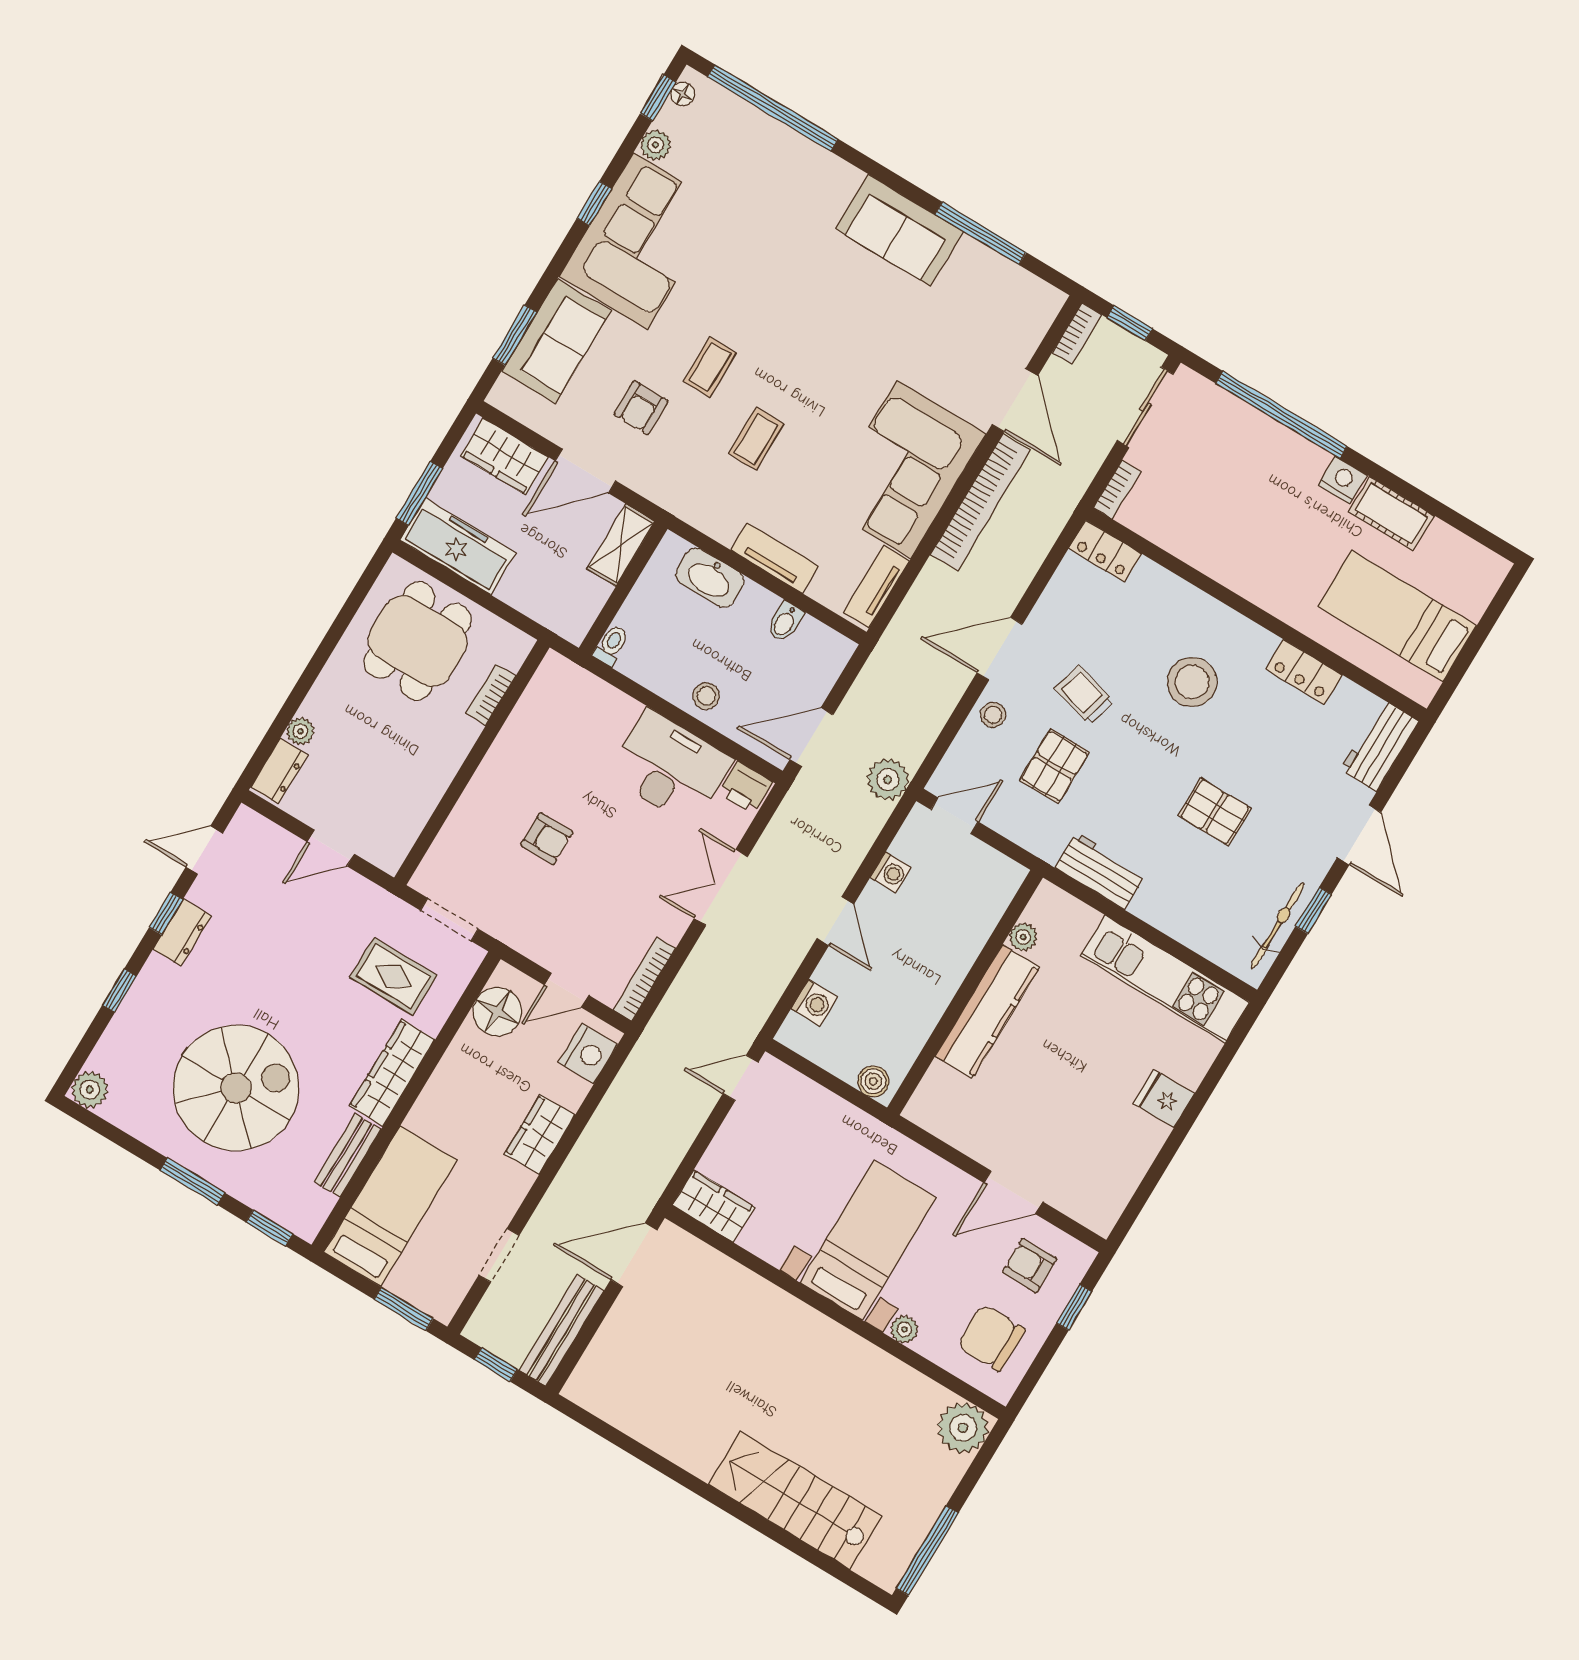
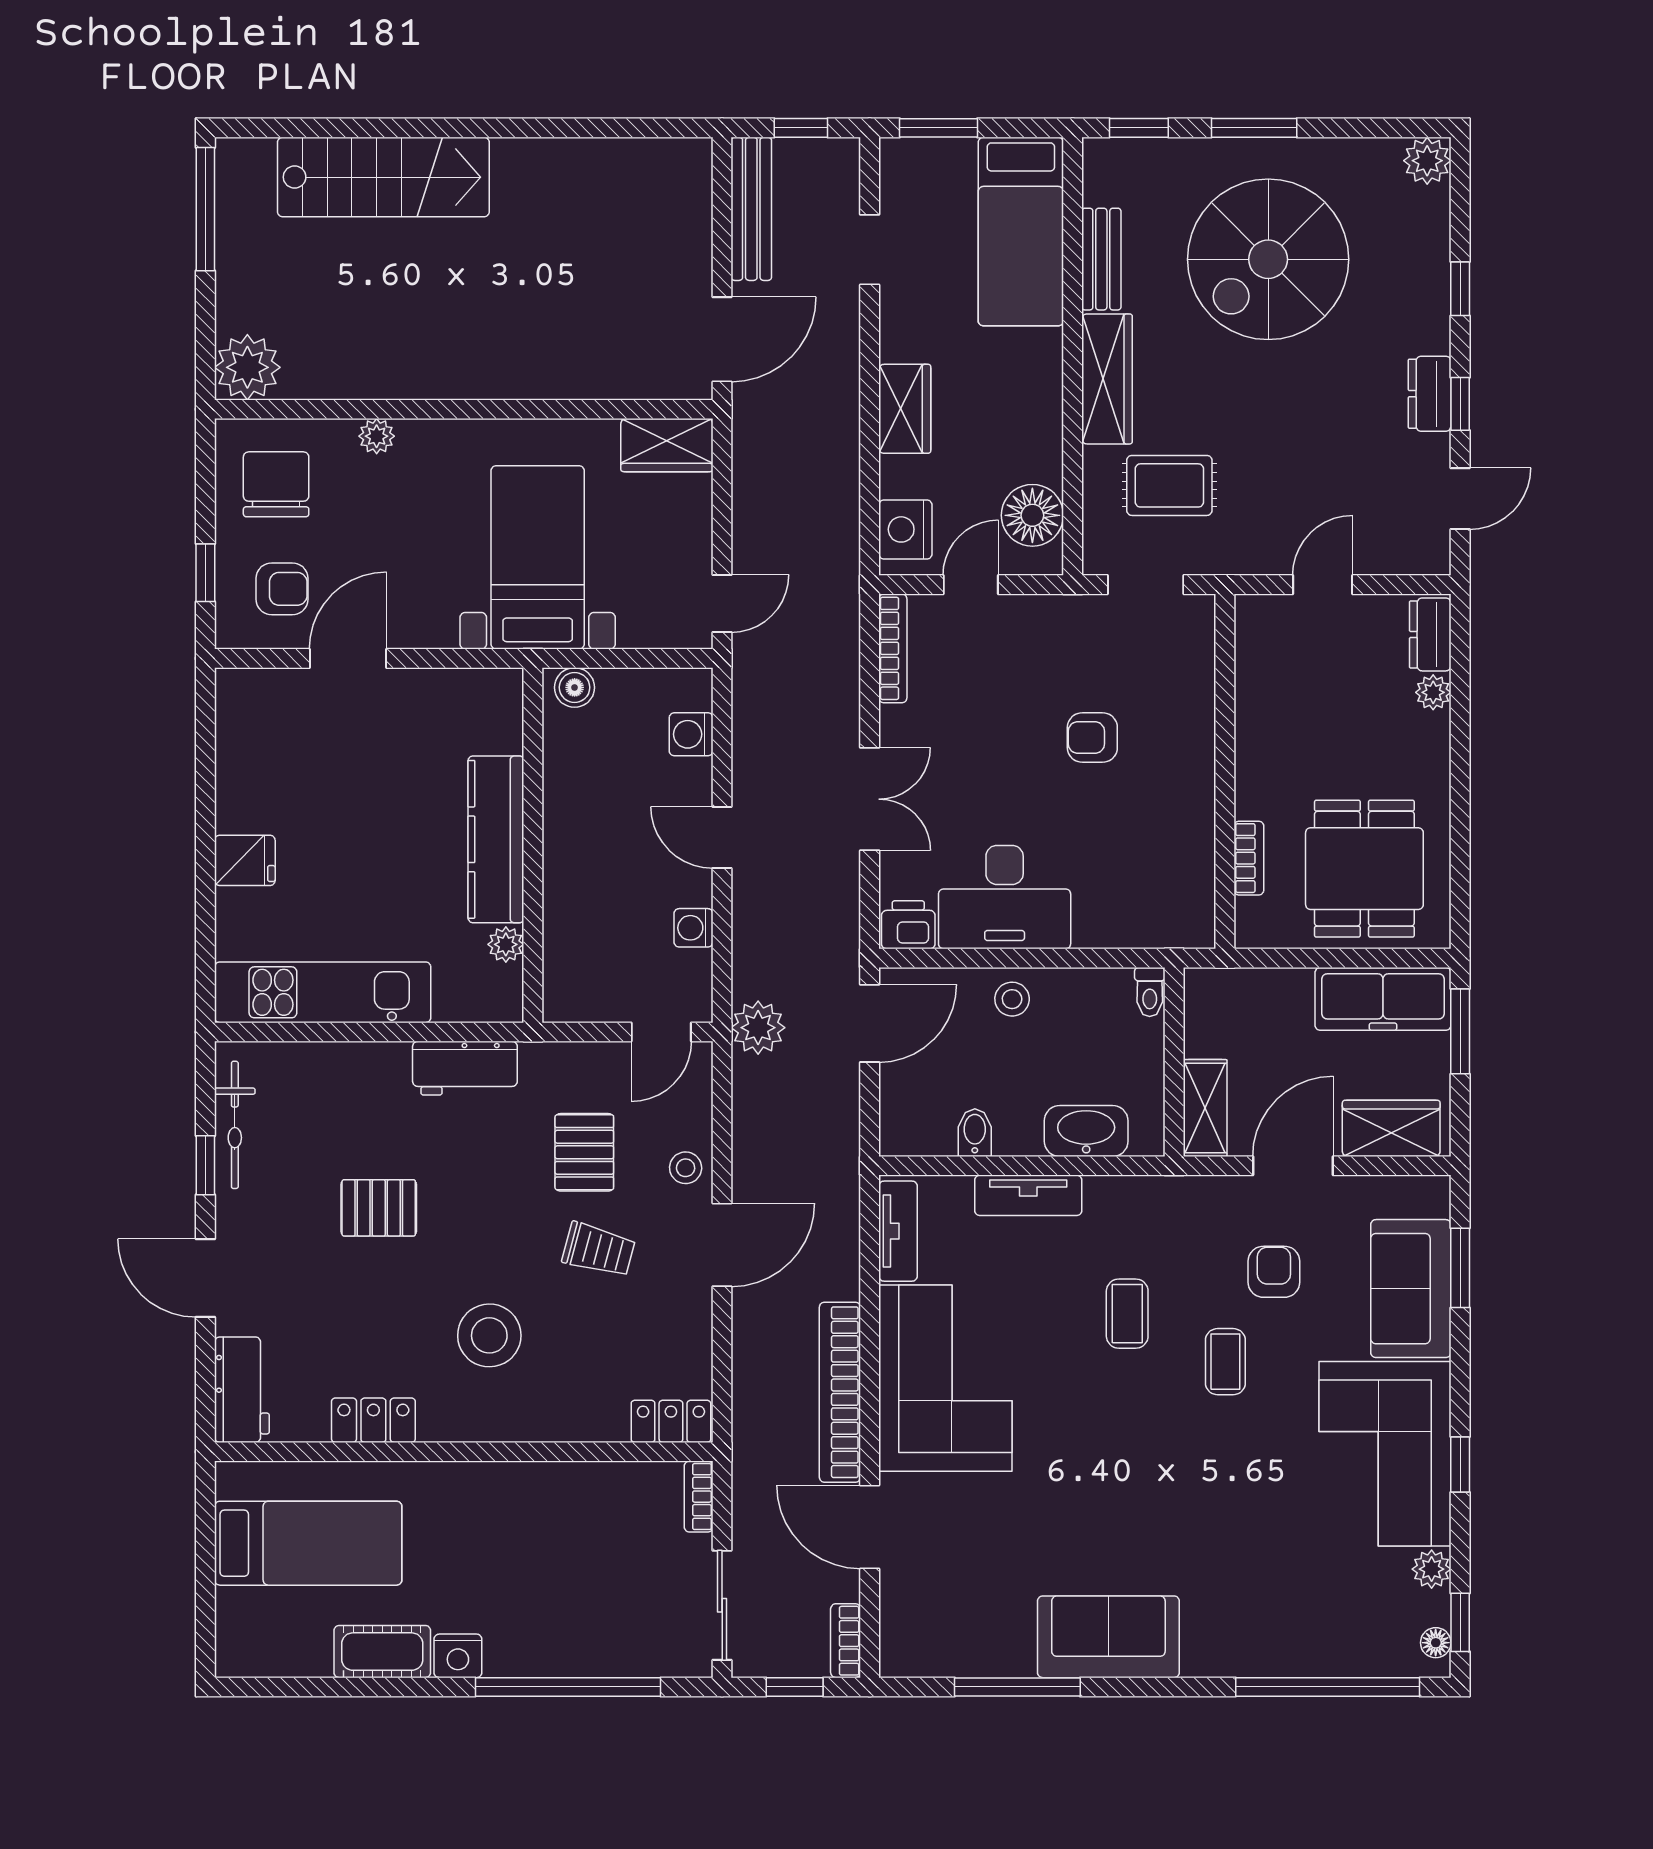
bed with nightstands: (868, 1240) -> (538, 557), moved, turned 180
chair: (991, 1338) -> (276, 484), turned -90

